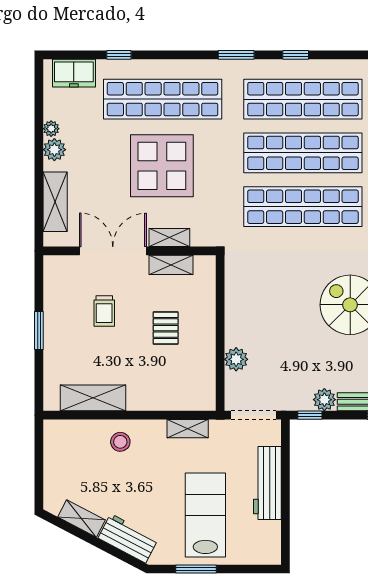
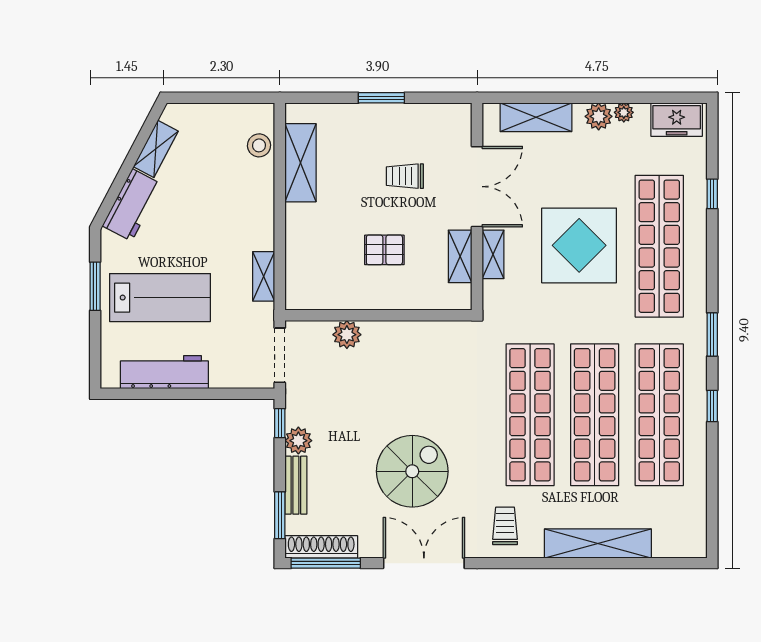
freezer: (74, 73) -> (677, 120), moved, turned -90
stool: (120, 442) -> (259, 145), moved
workbench: (267, 483) -> (164, 372), moved

